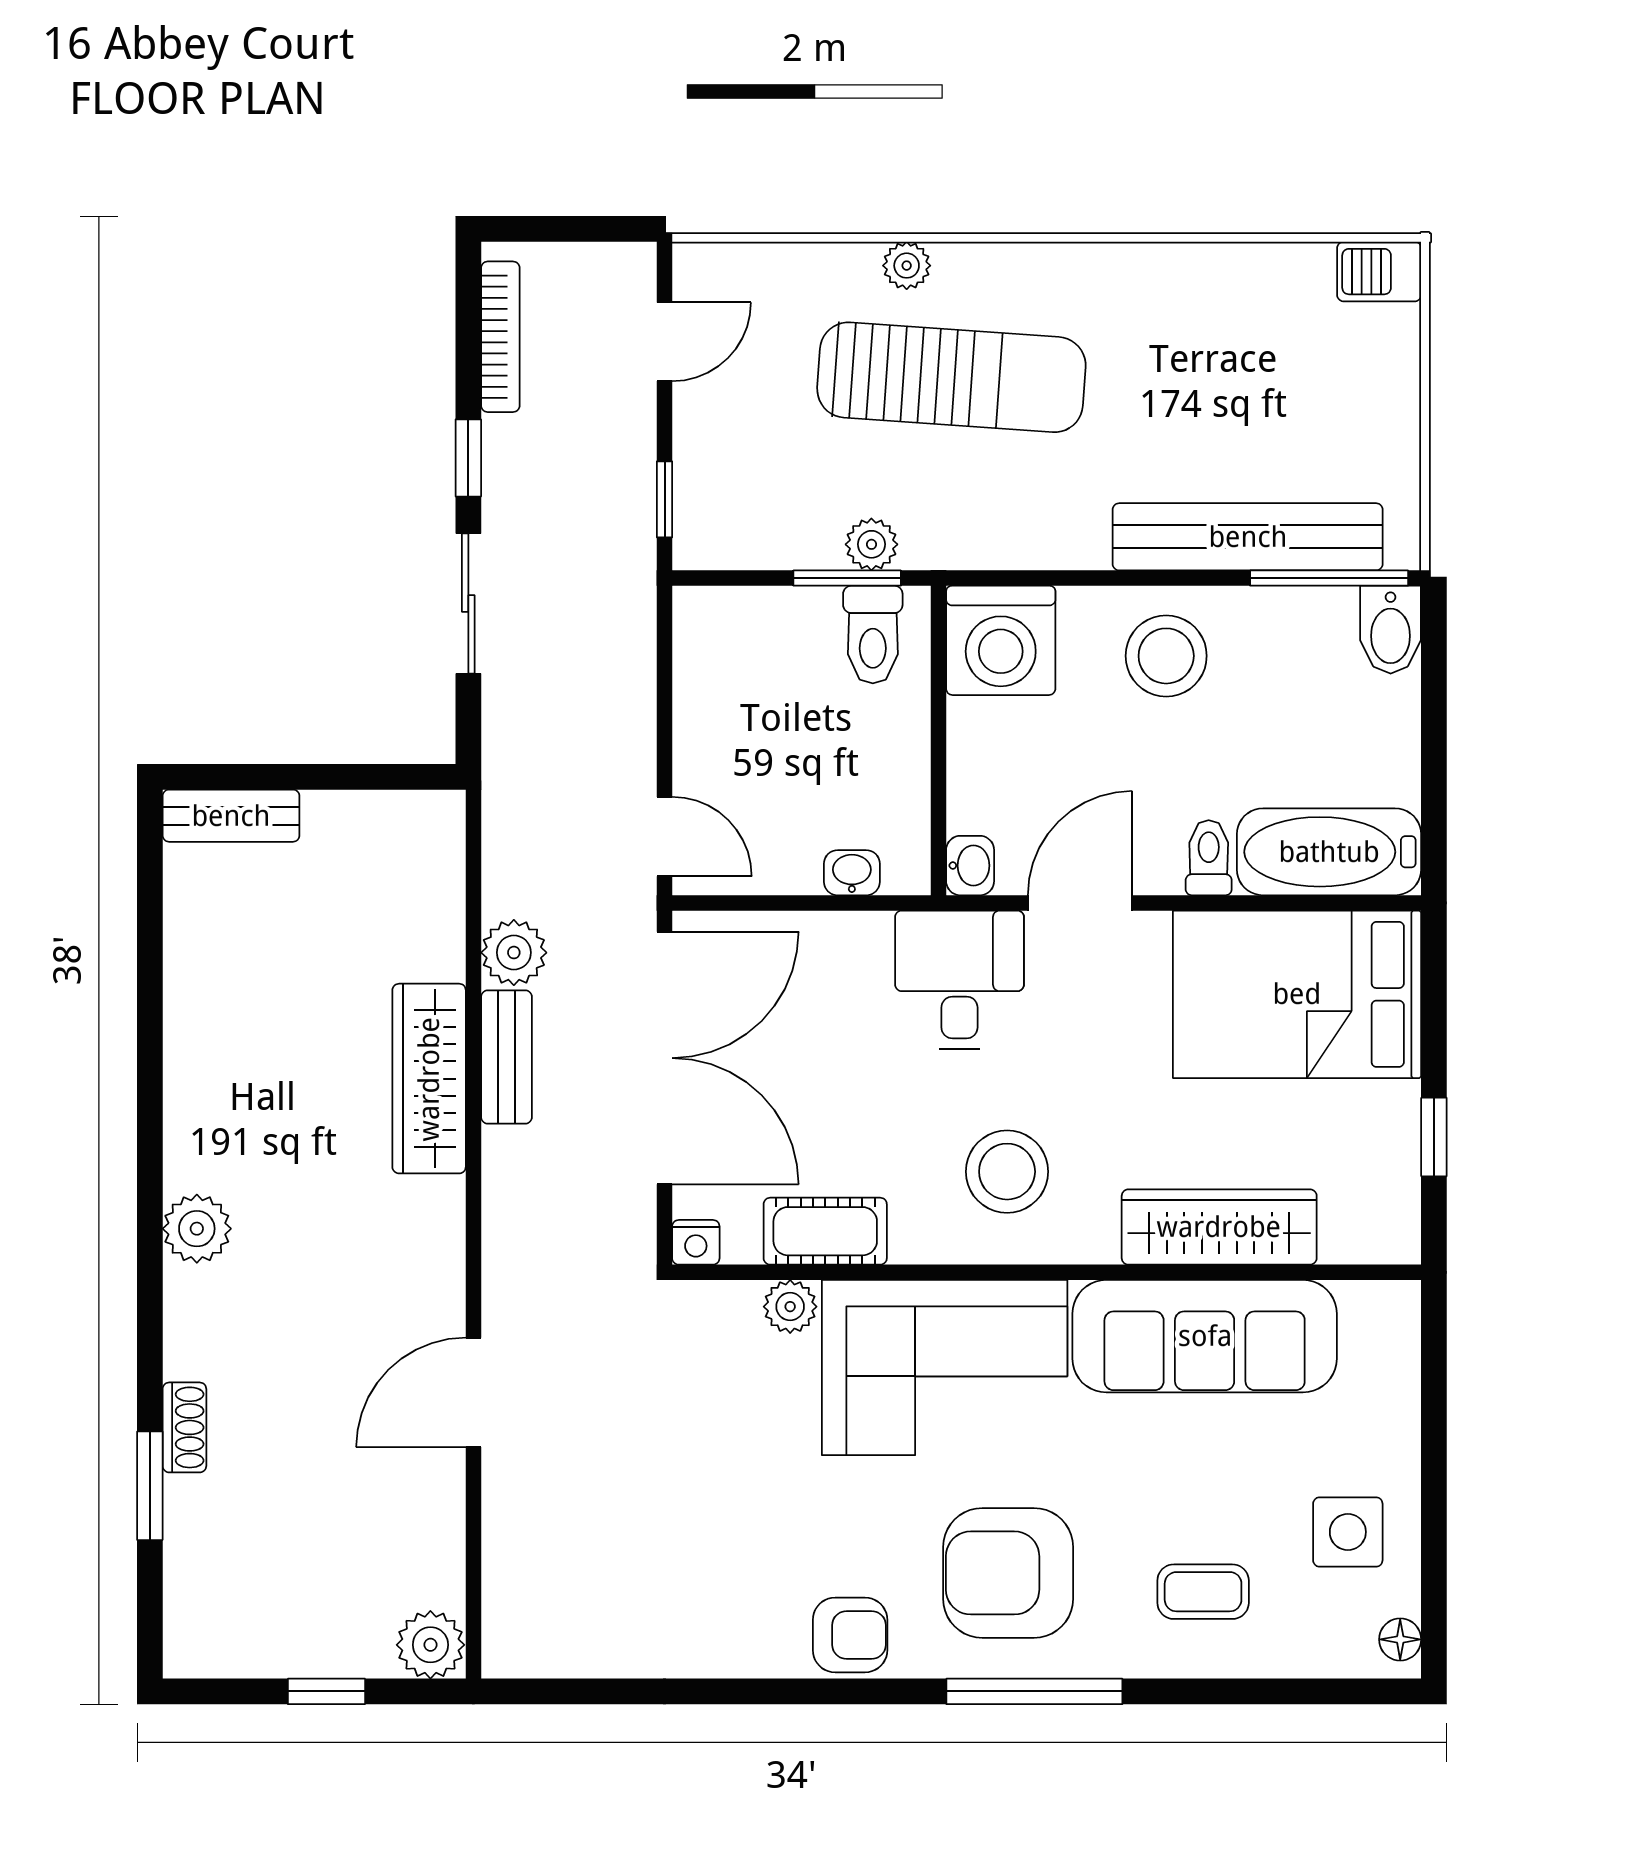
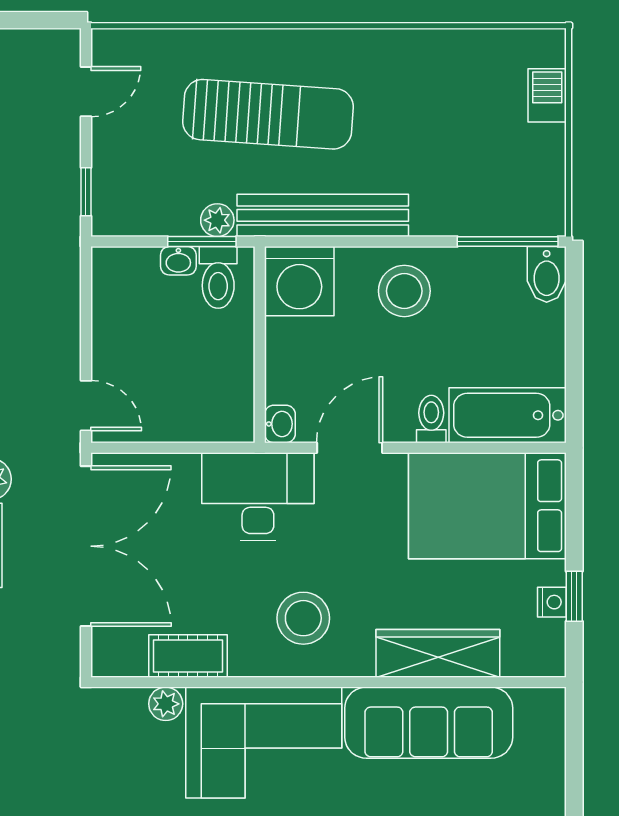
plant: (907, 266) -> (240, 43), removed
barbecue: (1379, 272) -> (547, 95), moved, turned 90
bench: (1248, 537) -> (323, 215), moved
washbasin: (852, 873) -> (178, 261), moved, turned 180
desk: (959, 980) -> (258, 497), width x1.37
nightstand: (696, 1242) -> (552, 602), moved, turned -90

